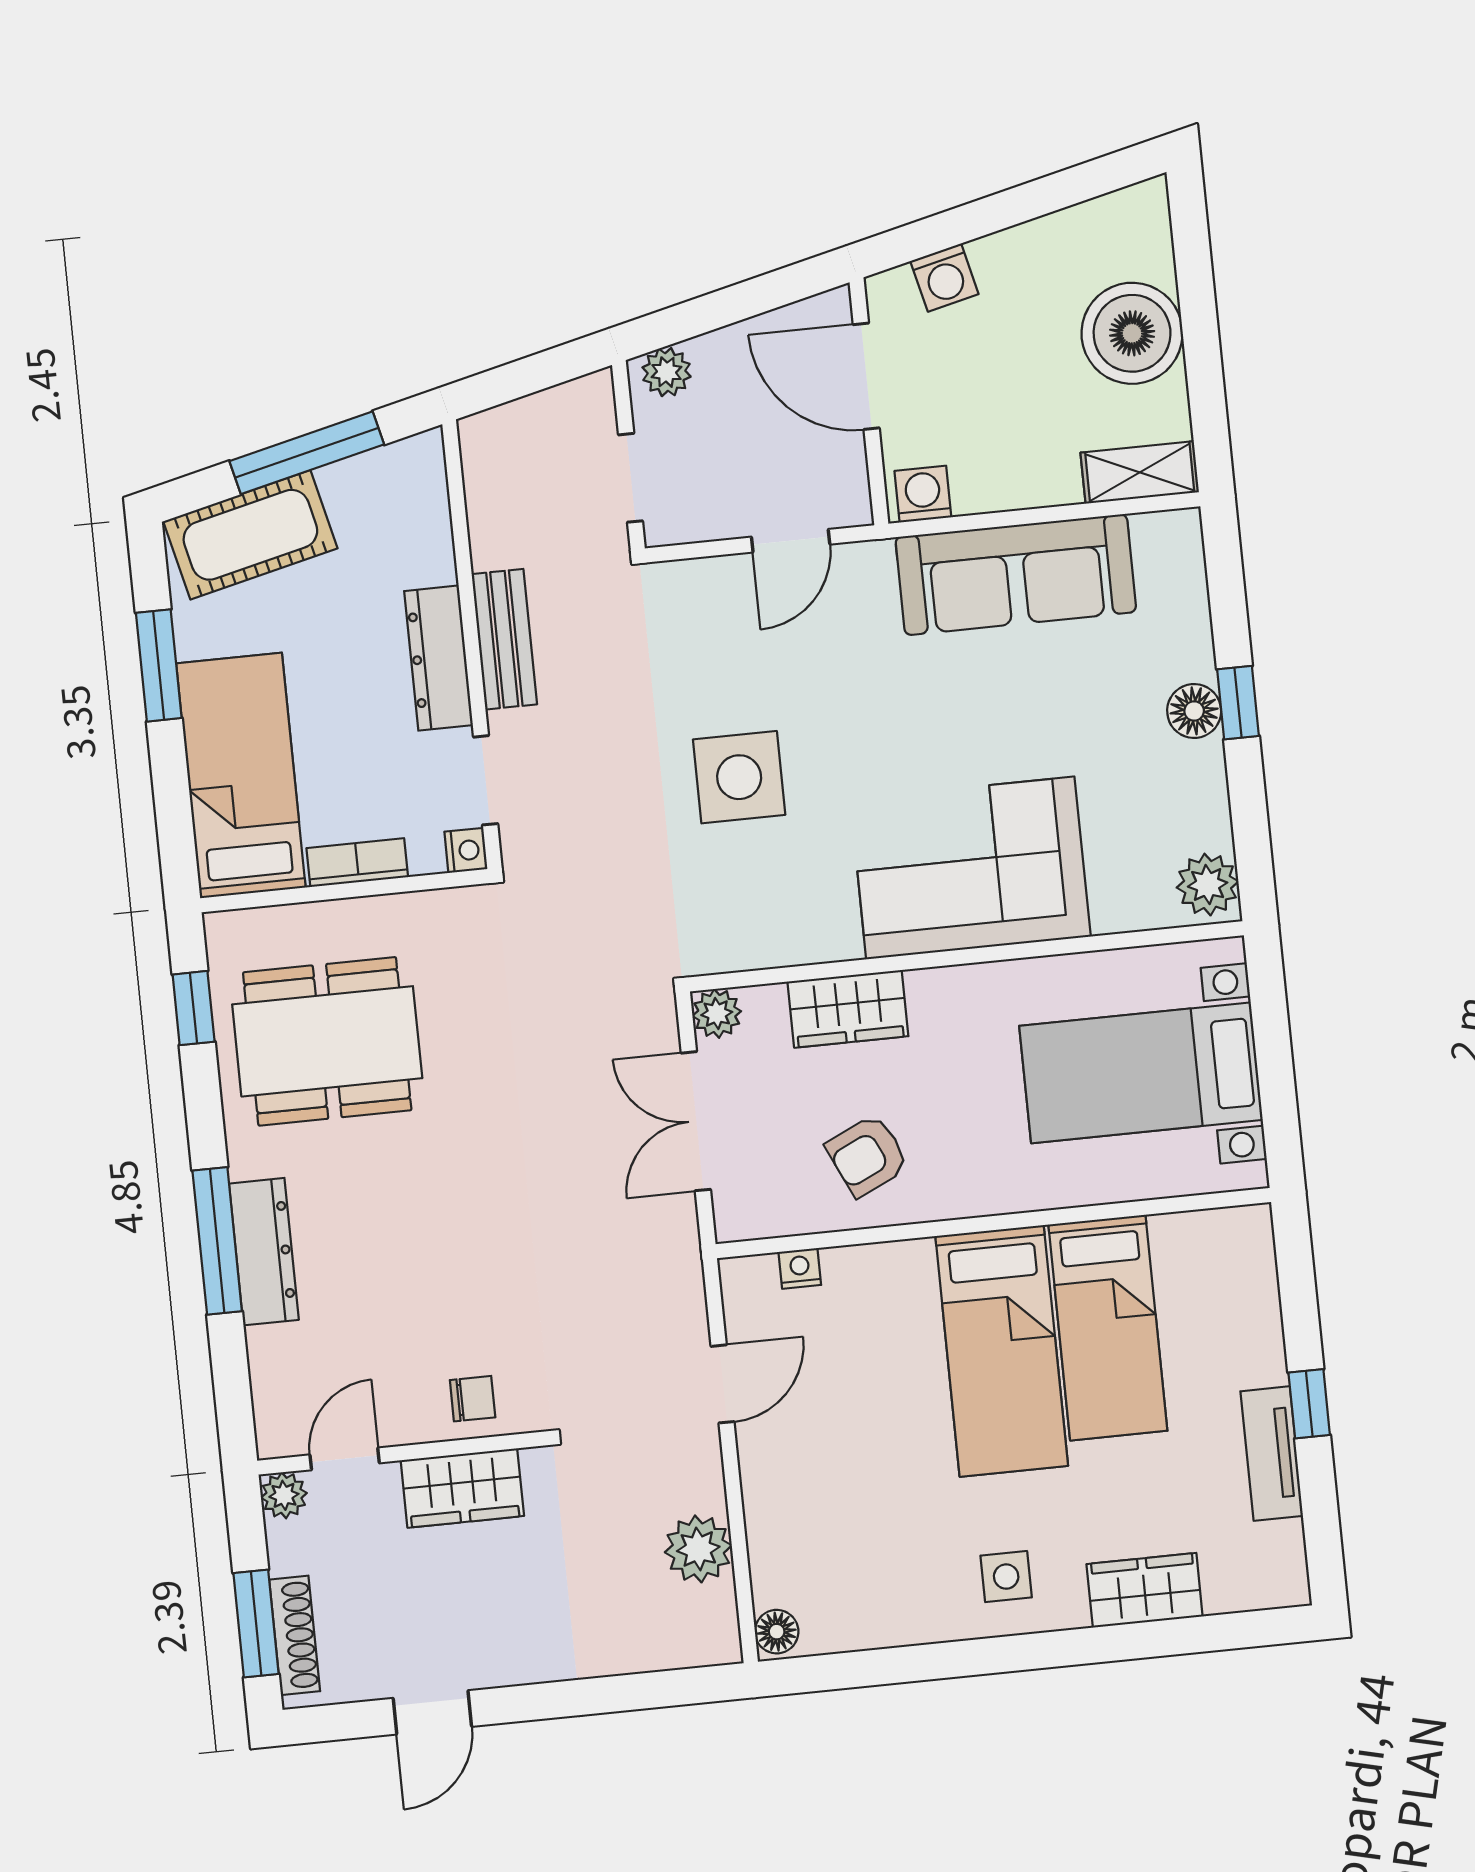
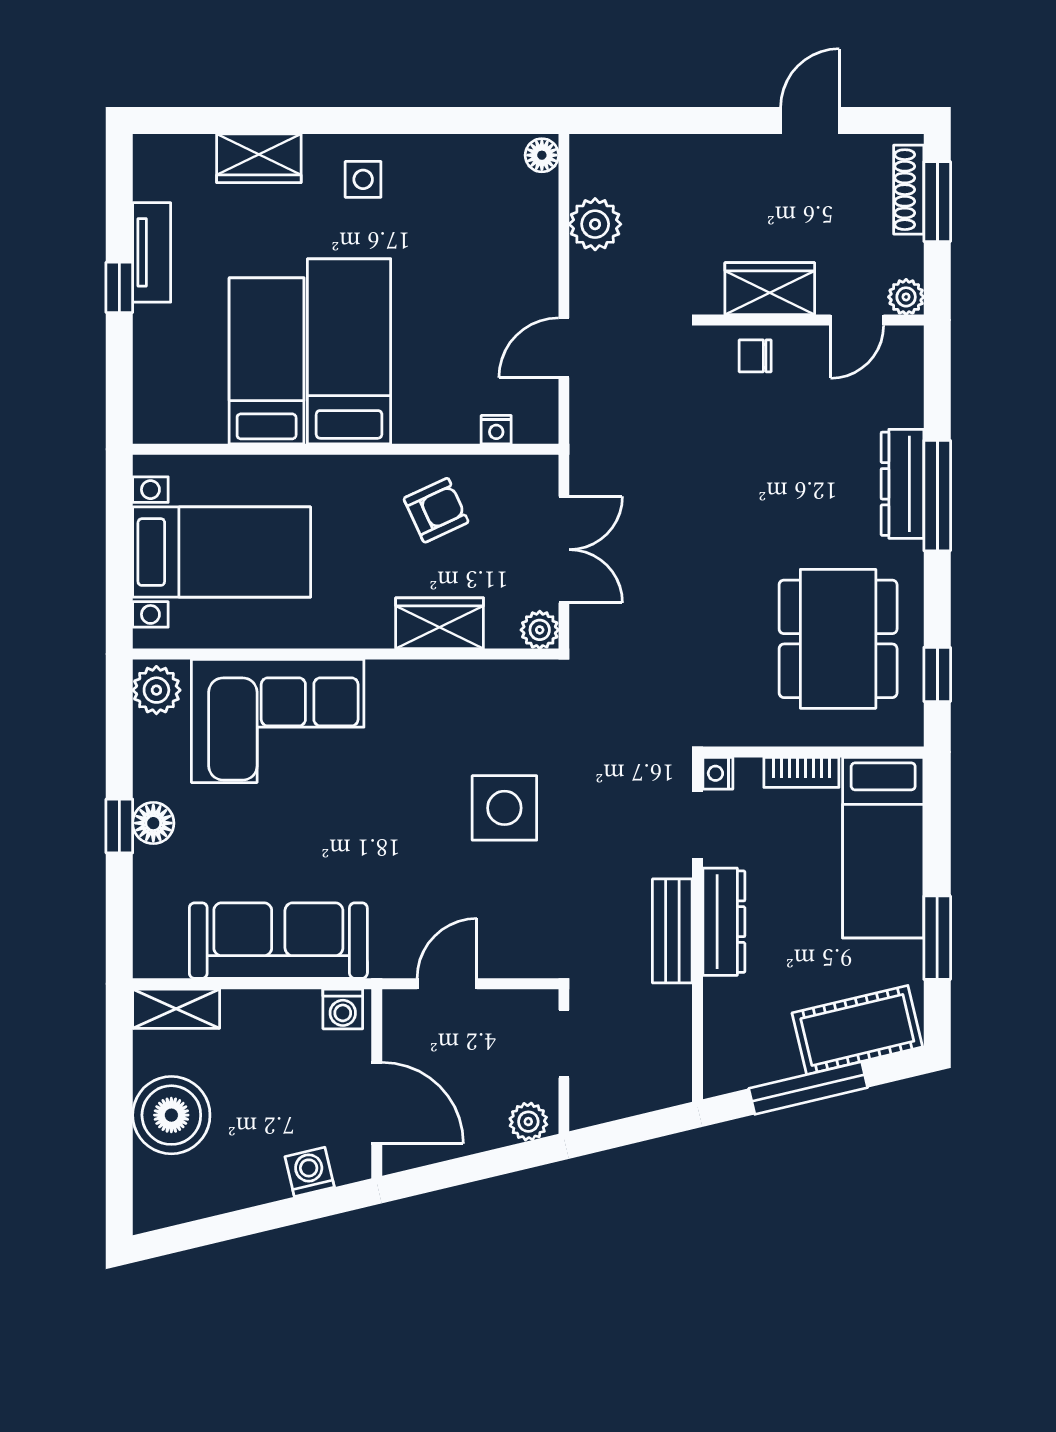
corner sofa: (970, 868) -> (278, 721), moved
dining table: (327, 1041) -> (838, 639), turned 90

